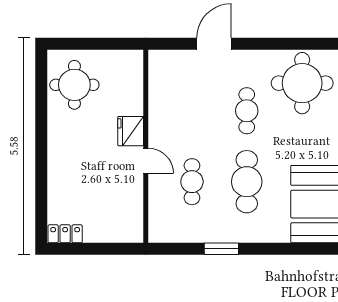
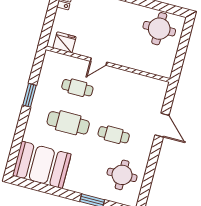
round table: (302, 83) -> (122, 175), width x0.73, depth x0.73
fridge: (131, 131) -> (64, 42), moved

